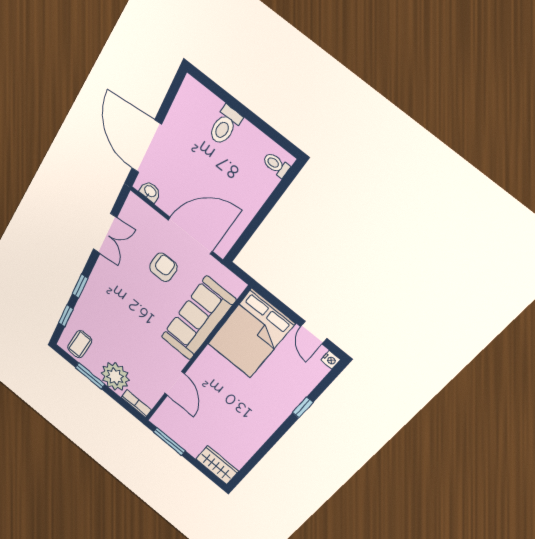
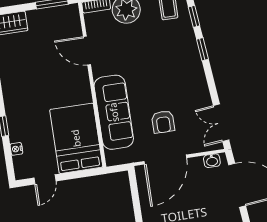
double door: (105, 233) -> (221, 123), moved
door: (314, 332) -> (45, 179), swing flipped
nightstand: (331, 360) -> (16, 149), moved

